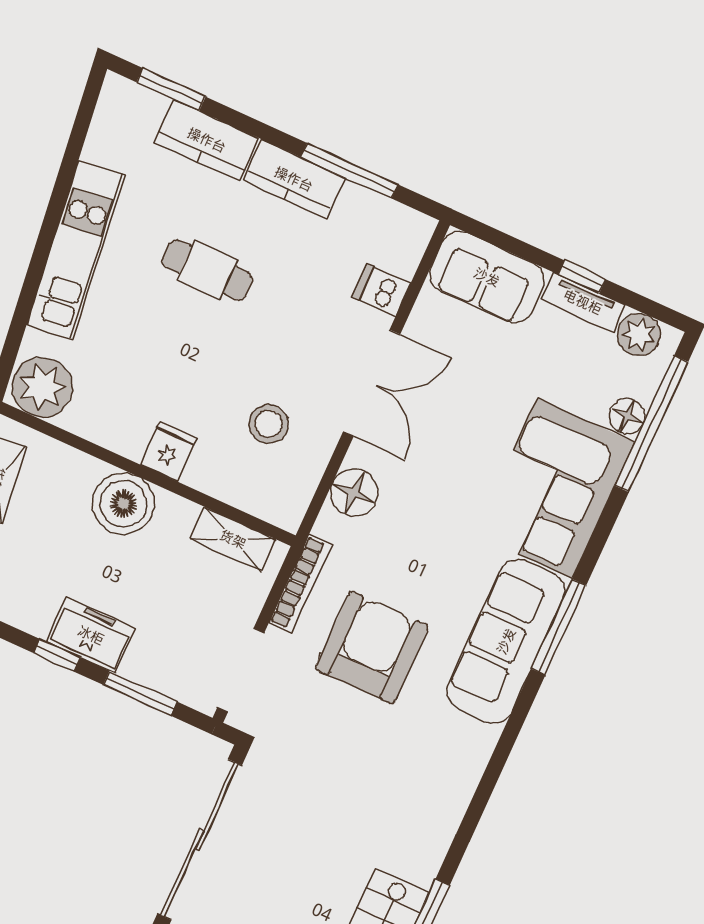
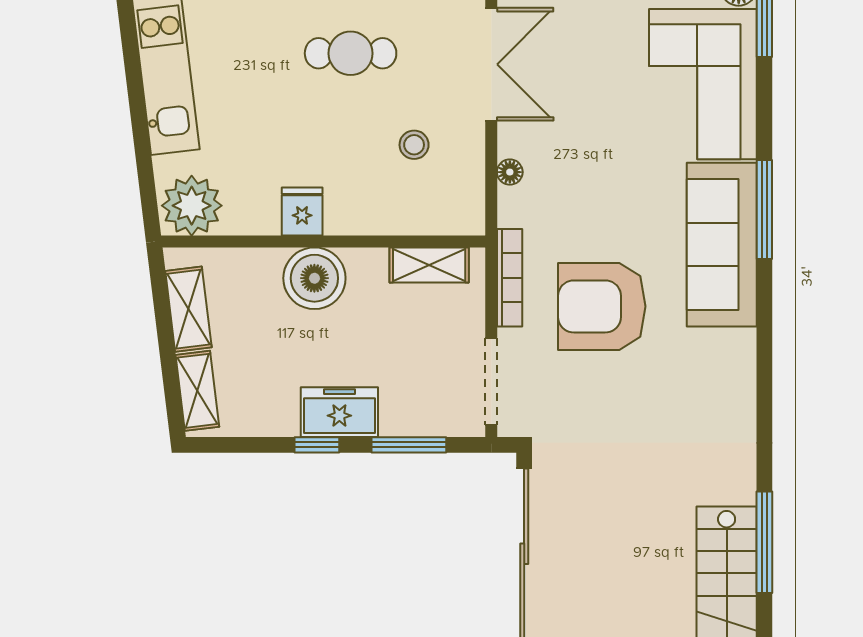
cafe table: (207, 270) -> (351, 53), moved
stool: (269, 424) -> (414, 145), width x0.73, depth x0.73
fridge: (169, 451) -> (302, 212), moved
floor lamp: (354, 493) -> (510, 172), width x0.53, depth x0.53
armchair: (372, 648) -> (602, 306), turned -90

